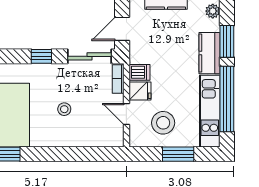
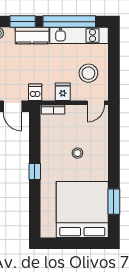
sliding door: (89, 56) -> (35, 133), removed
dishwasher: (139, 72) -> (35, 92), moved
door: (126, 114) -> (96, 103), moved
window: (178, 154) -> (114, 61), removed

